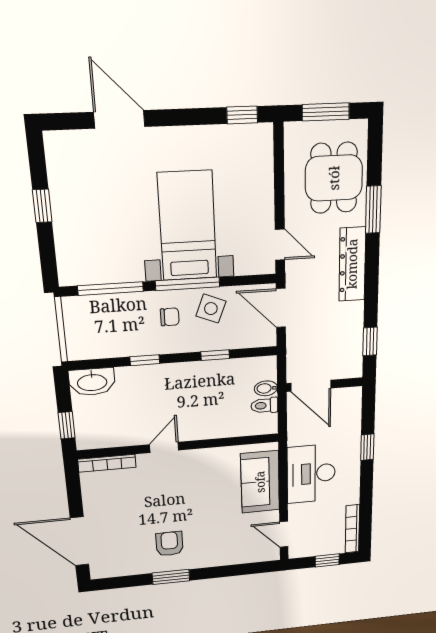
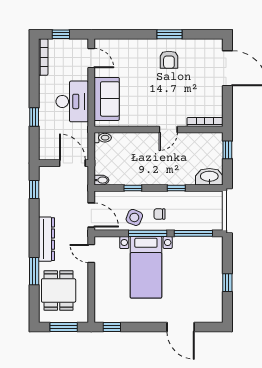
bidet: (266, 388) -> (102, 180), moved
toilet: (264, 405) -> (103, 138), moved

